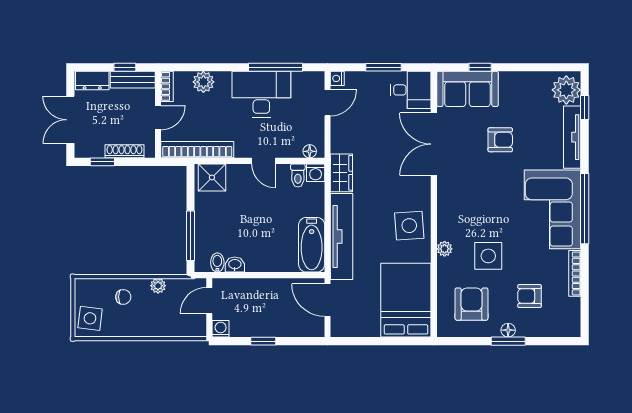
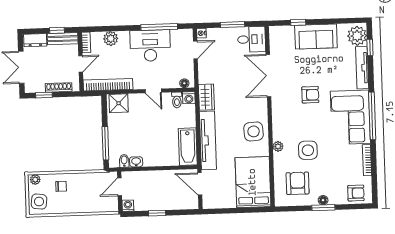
sofa: (467, 89) -> (316, 37), moved
armchair: (500, 140) -> (310, 95), moved
plant: (158, 286) -> (35, 180), moved
armchair: (529, 296) -> (356, 193), moved, turned 180

